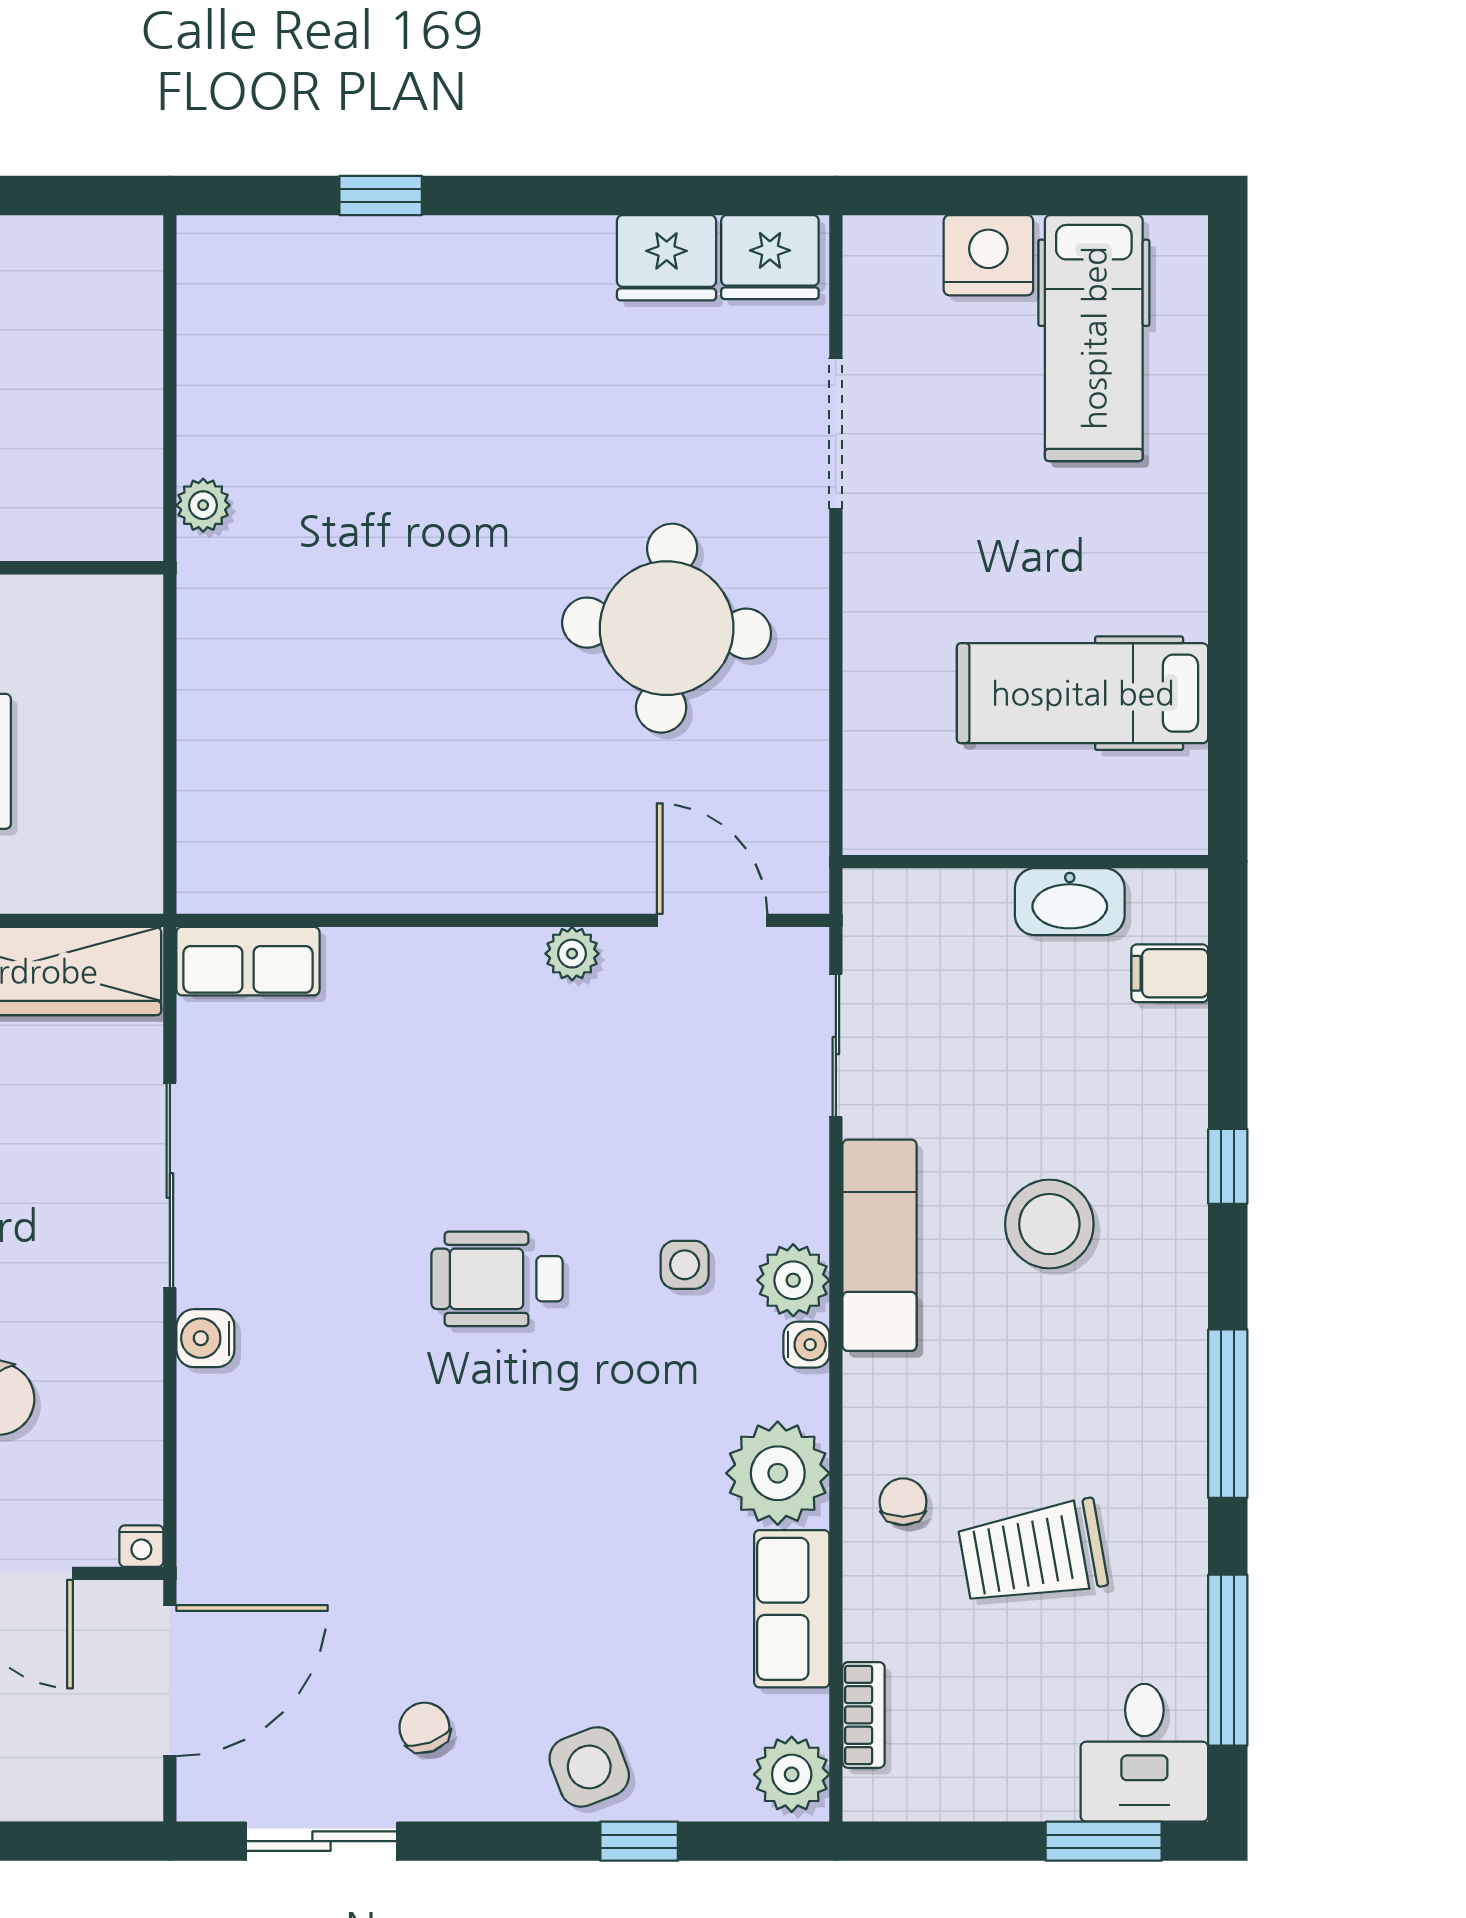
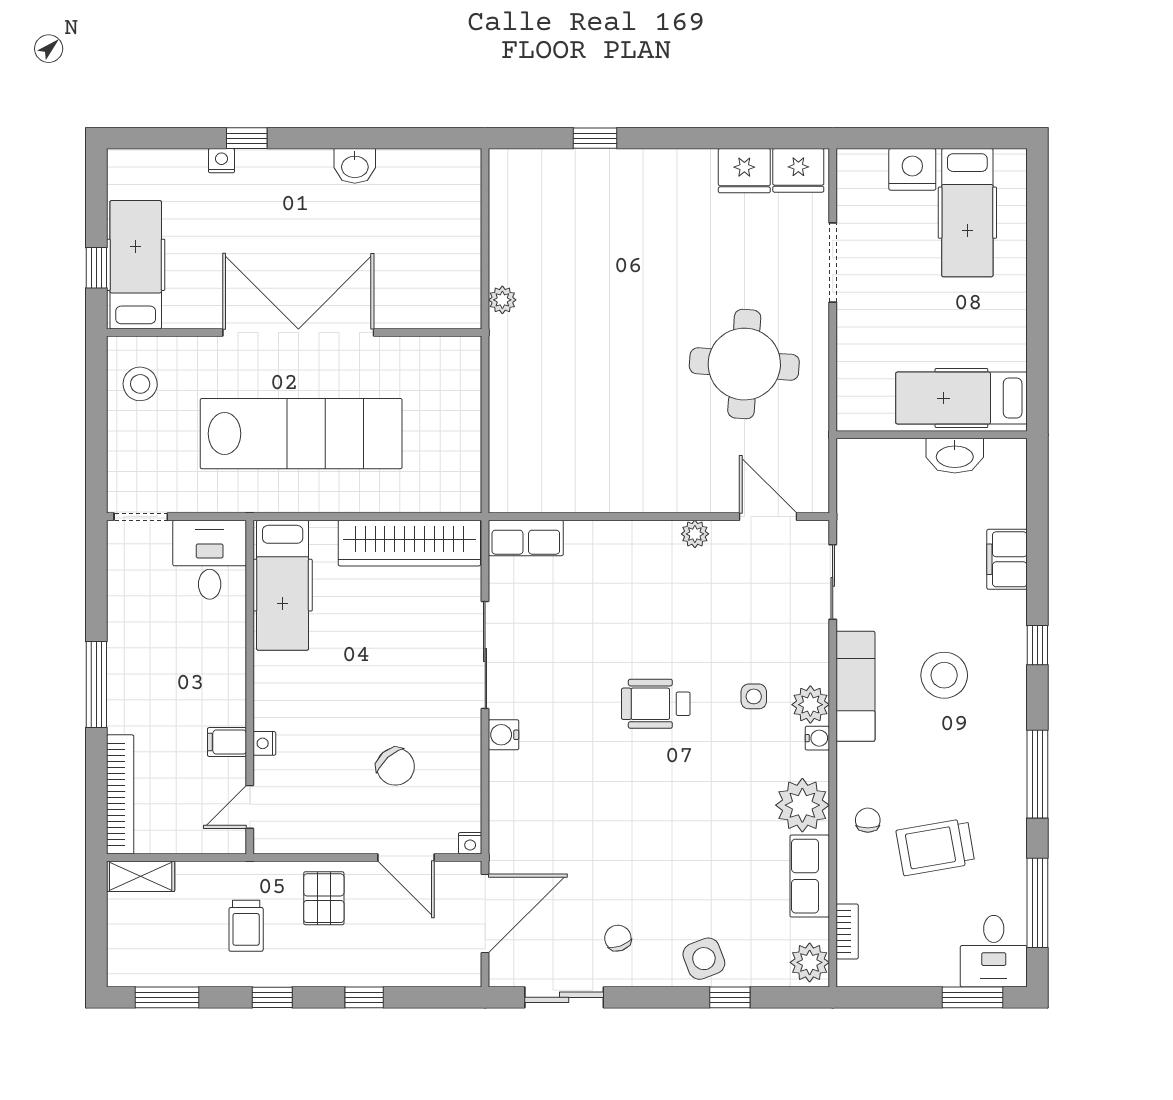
wall: (1025, 862) -> (932, 435), moved
washbasin: (1070, 902) -> (955, 456), moved
filing cabinet: (1170, 973) -> (1007, 559), width x2.00

